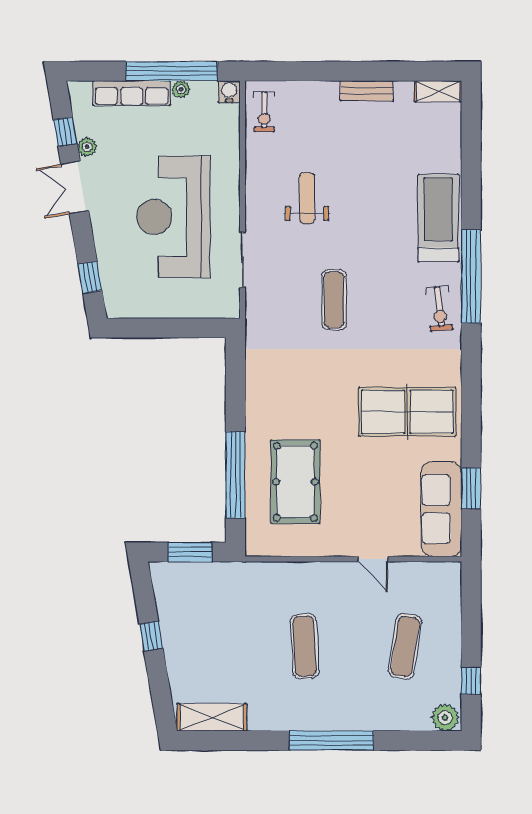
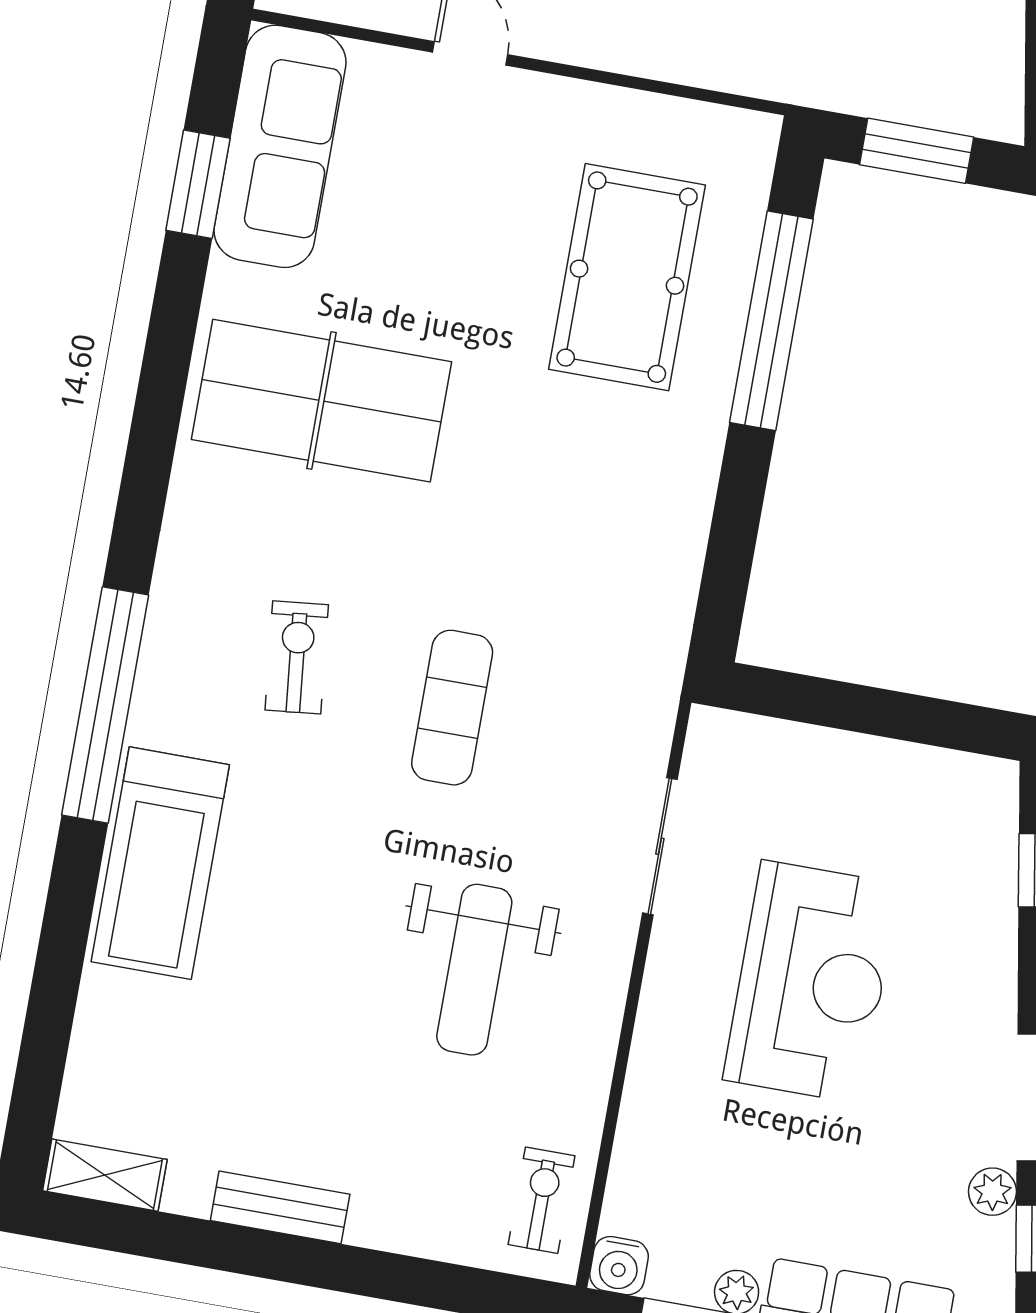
weight bench: (307, 198) -> (474, 970), width x1.36, depth x1.33
reception desk: (173, 217) -> (811, 982), width x0.74, depth x0.77
exercise bike: (439, 309) -> (297, 657), moved

